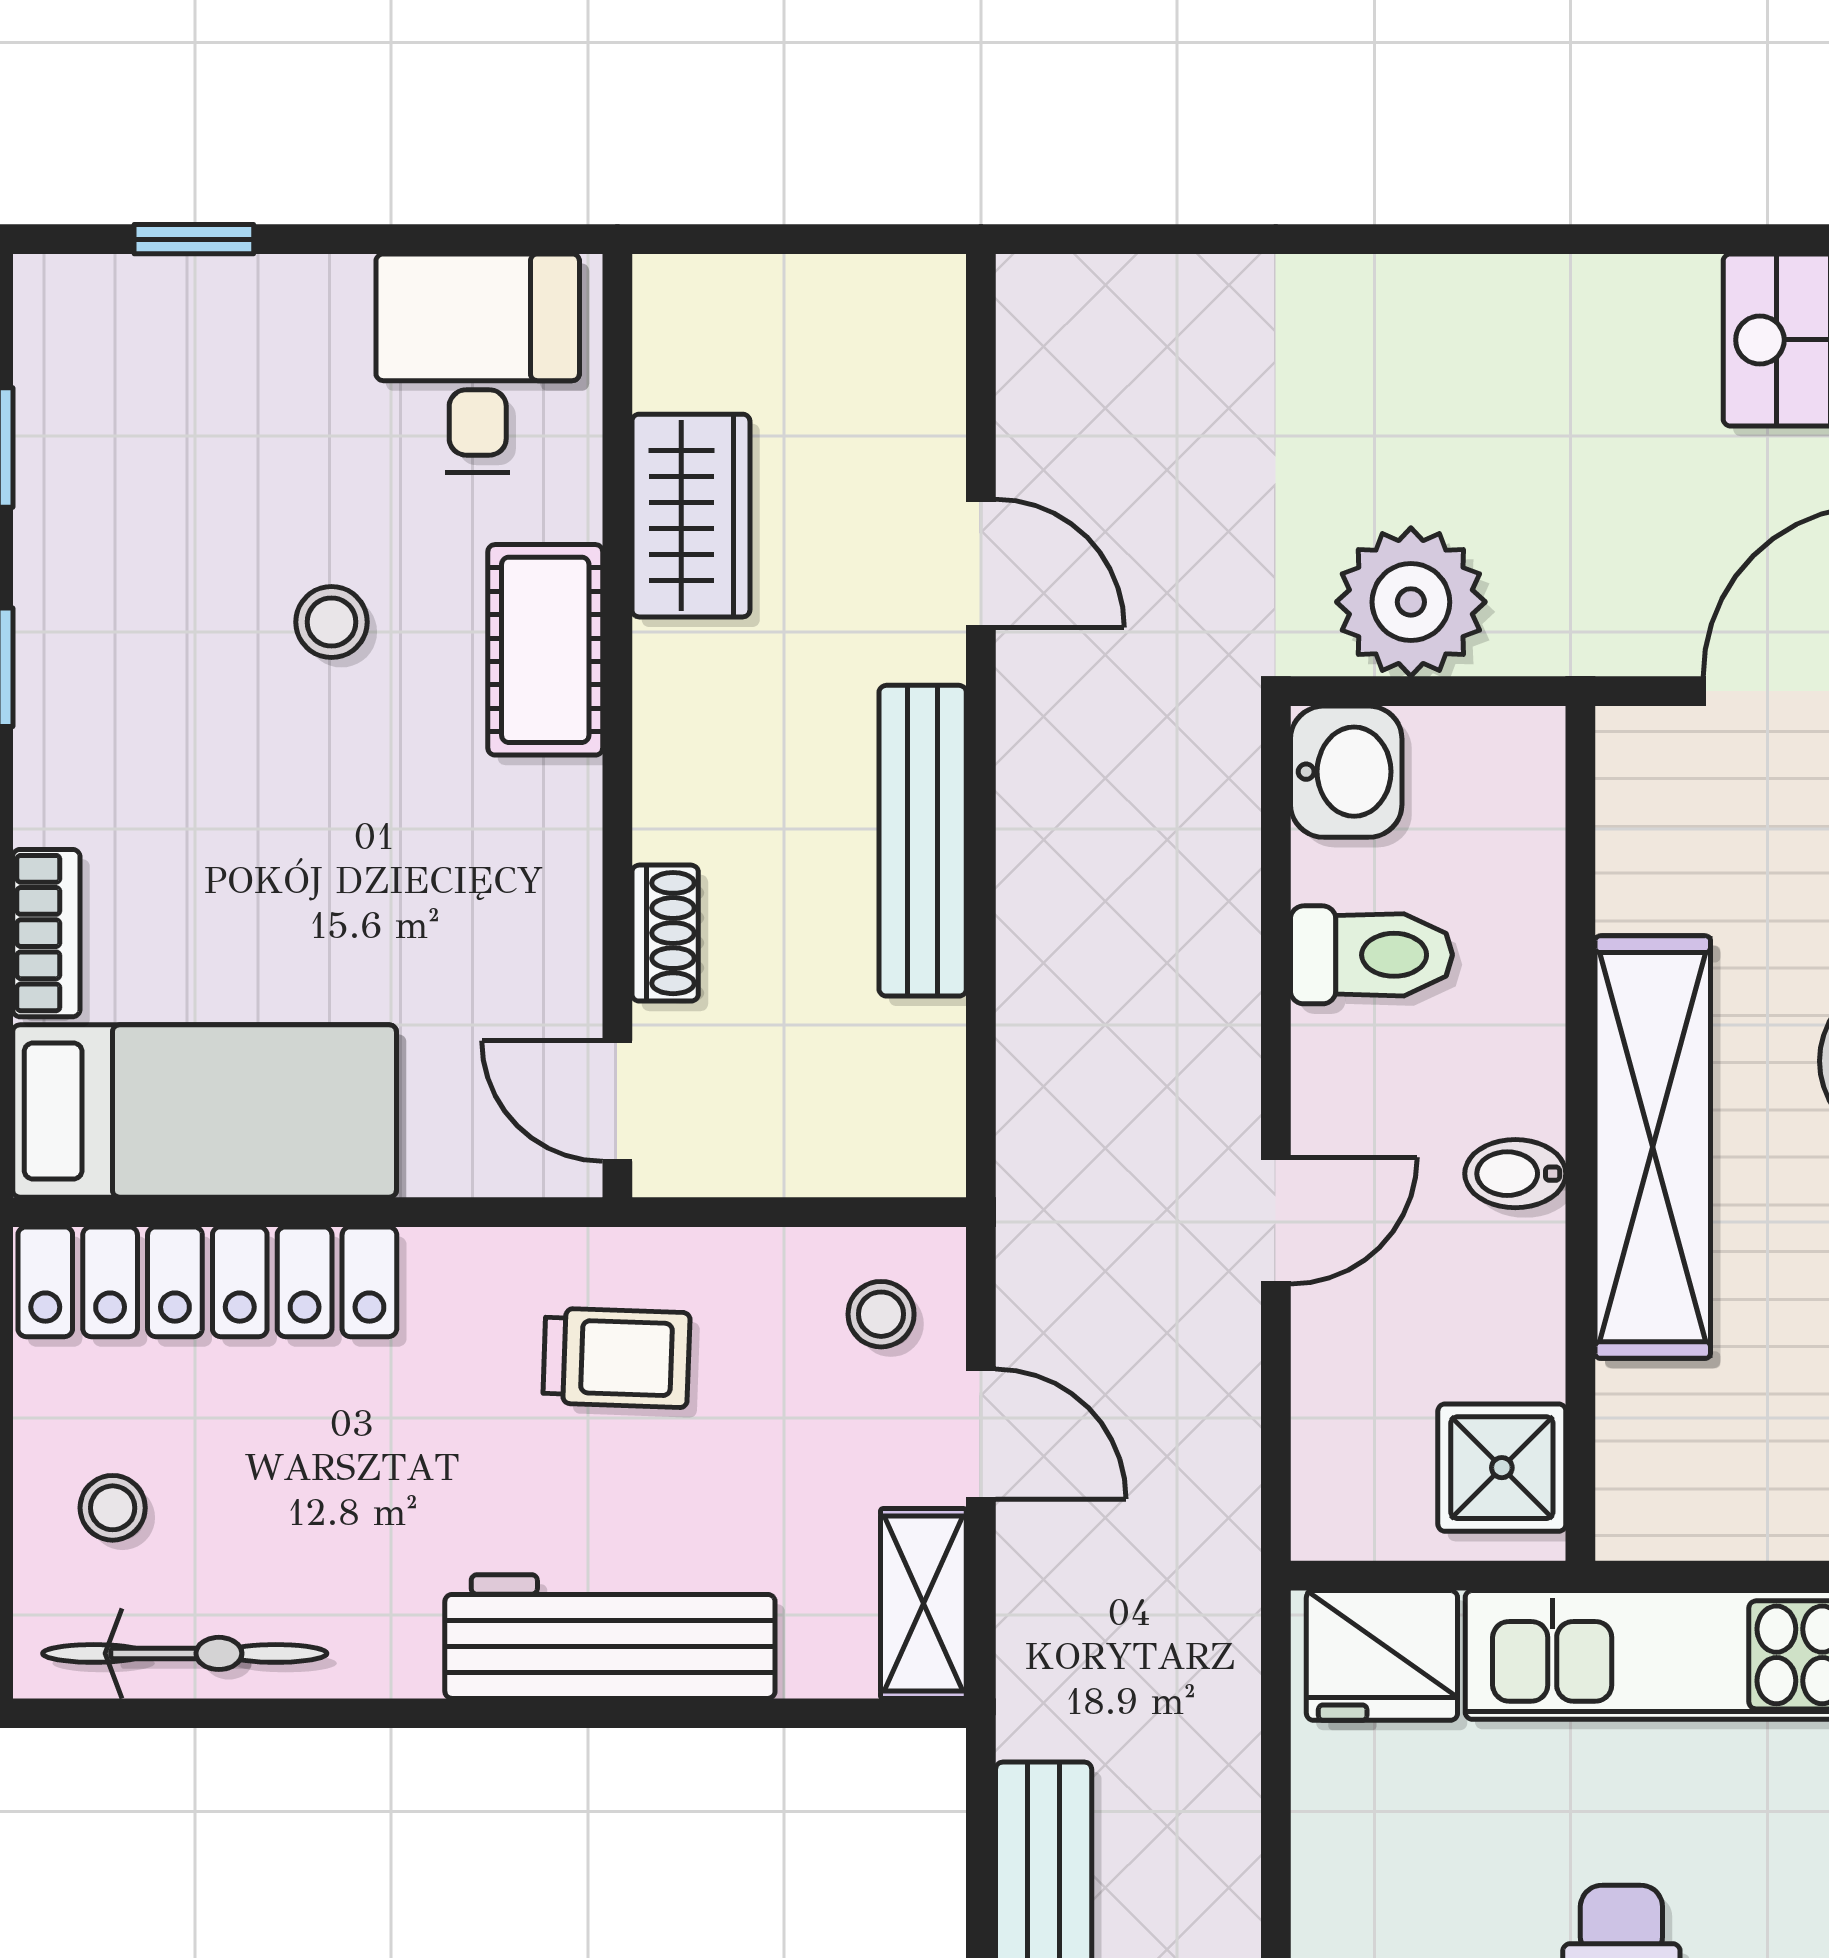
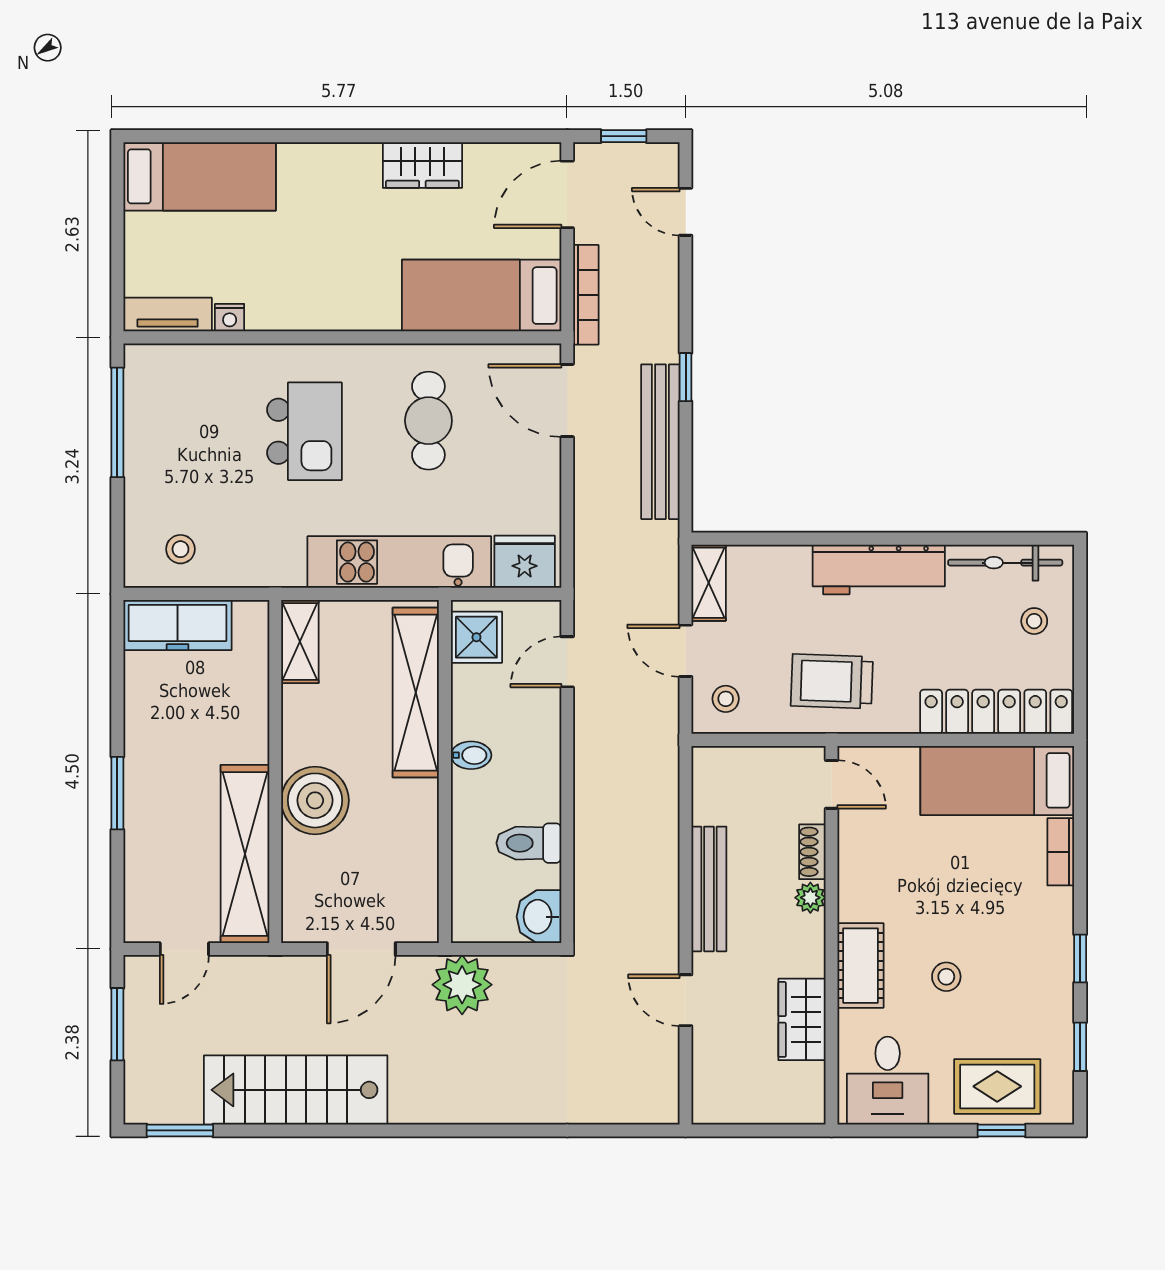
rug: (205, 349) -> (997, 1086), added
plant: (1411, 602) -> (462, 985), moved
plant: (670, 819) -> (810, 898), added
shelving: (1653, 1147) -> (416, 693), moved
door: (1276, 1221) -> (567, 662), moved
trolley: (616, 1358) -> (832, 681), width x1.36, depth x1.39
workbench: (610, 1637) -> (879, 569), moved

